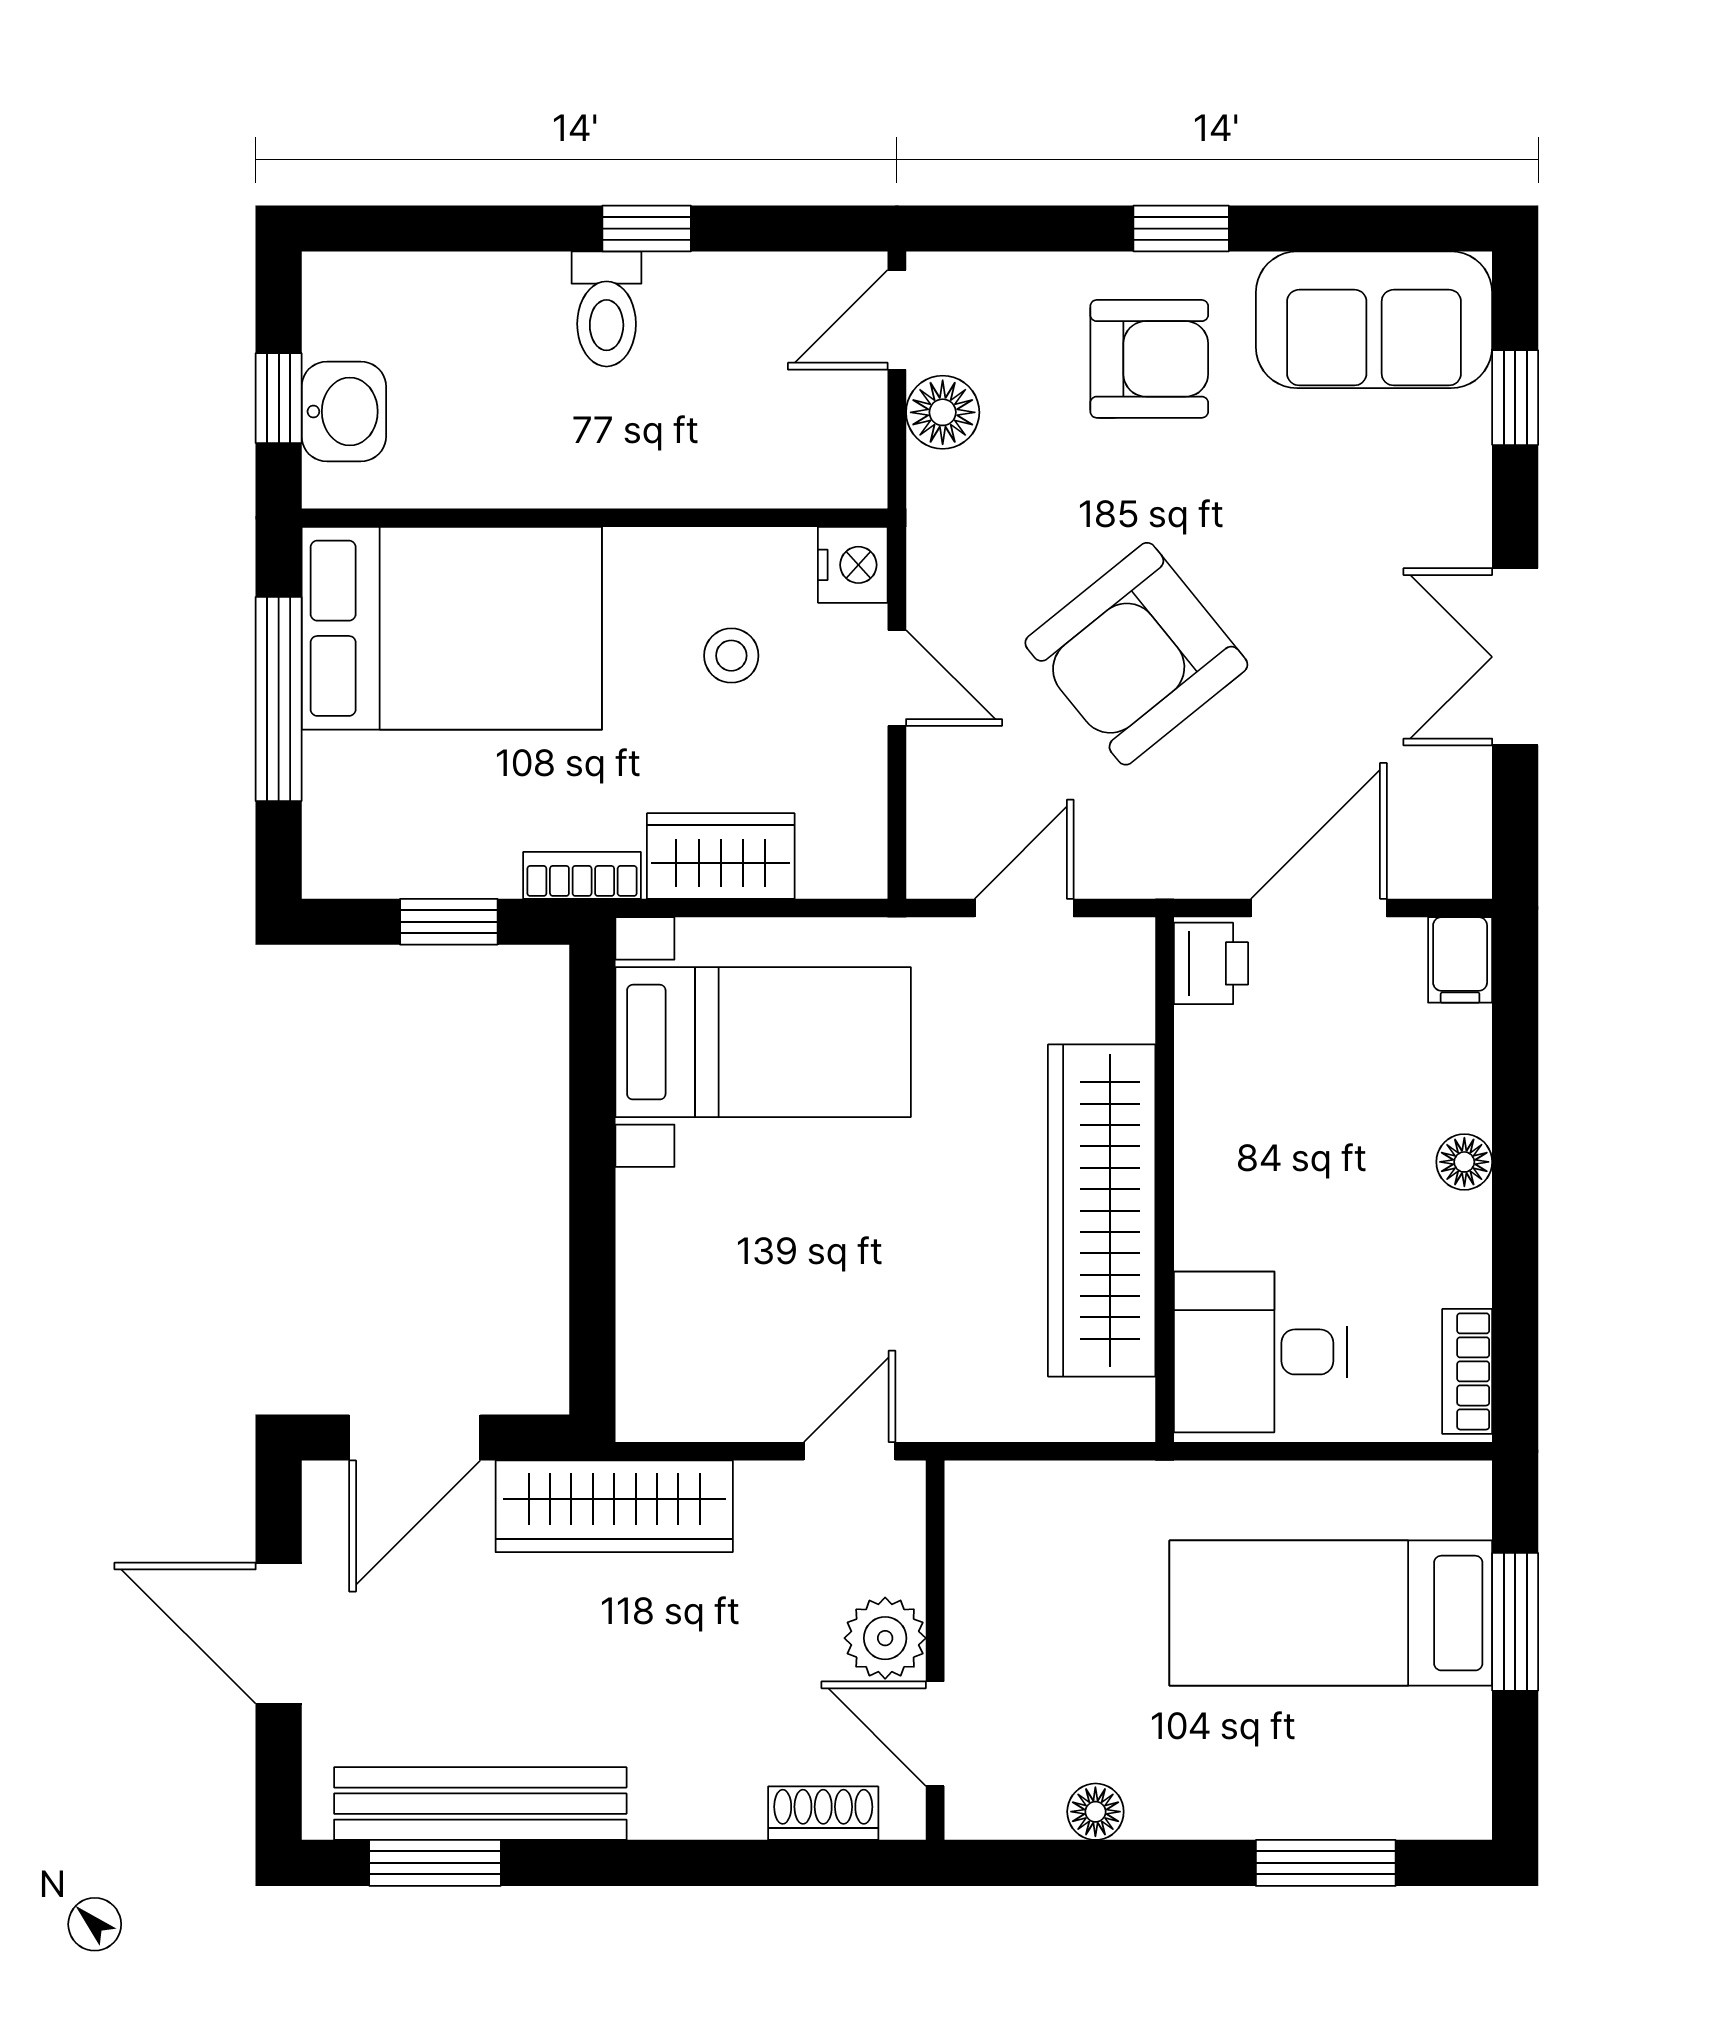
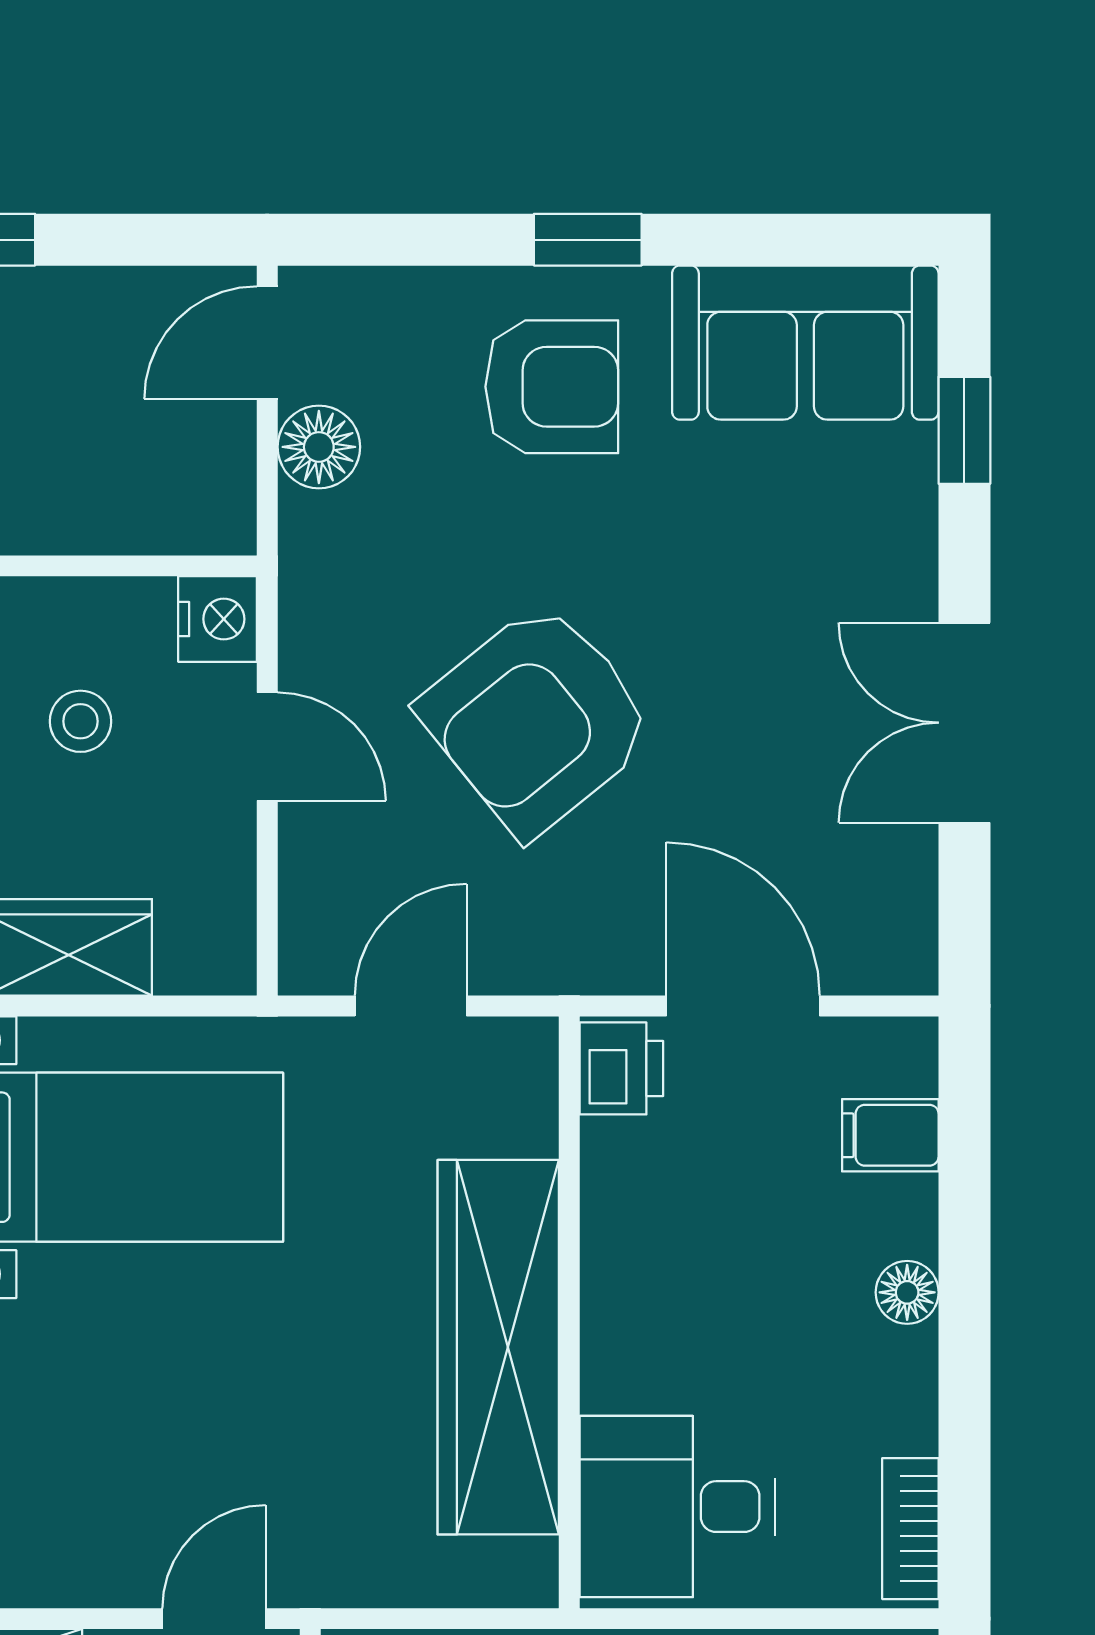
door: (1319, 908) -> (743, 1006), hinge flipped
filing cabinet: (1460, 960) -> (890, 1135), moved, turned 90

